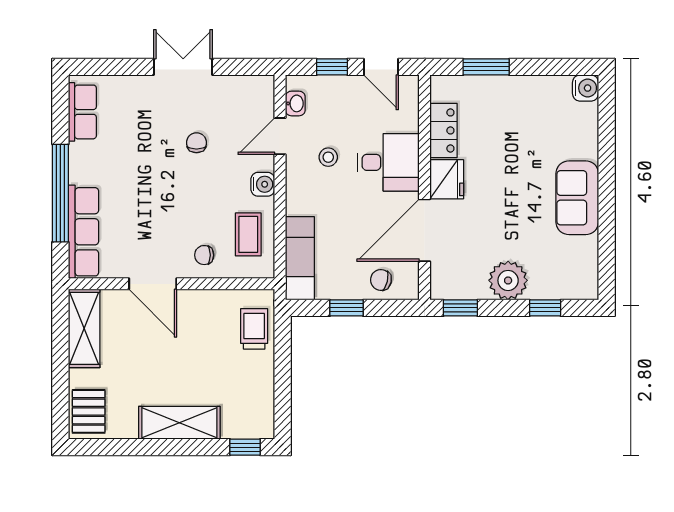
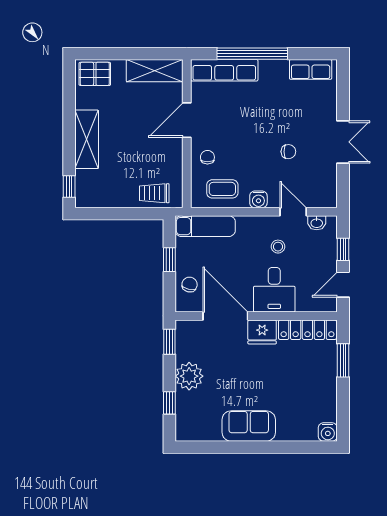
locker: (444, 130) -> (307, 330), width x1.53
trolley: (254, 329) -> (154, 193), turned 180

